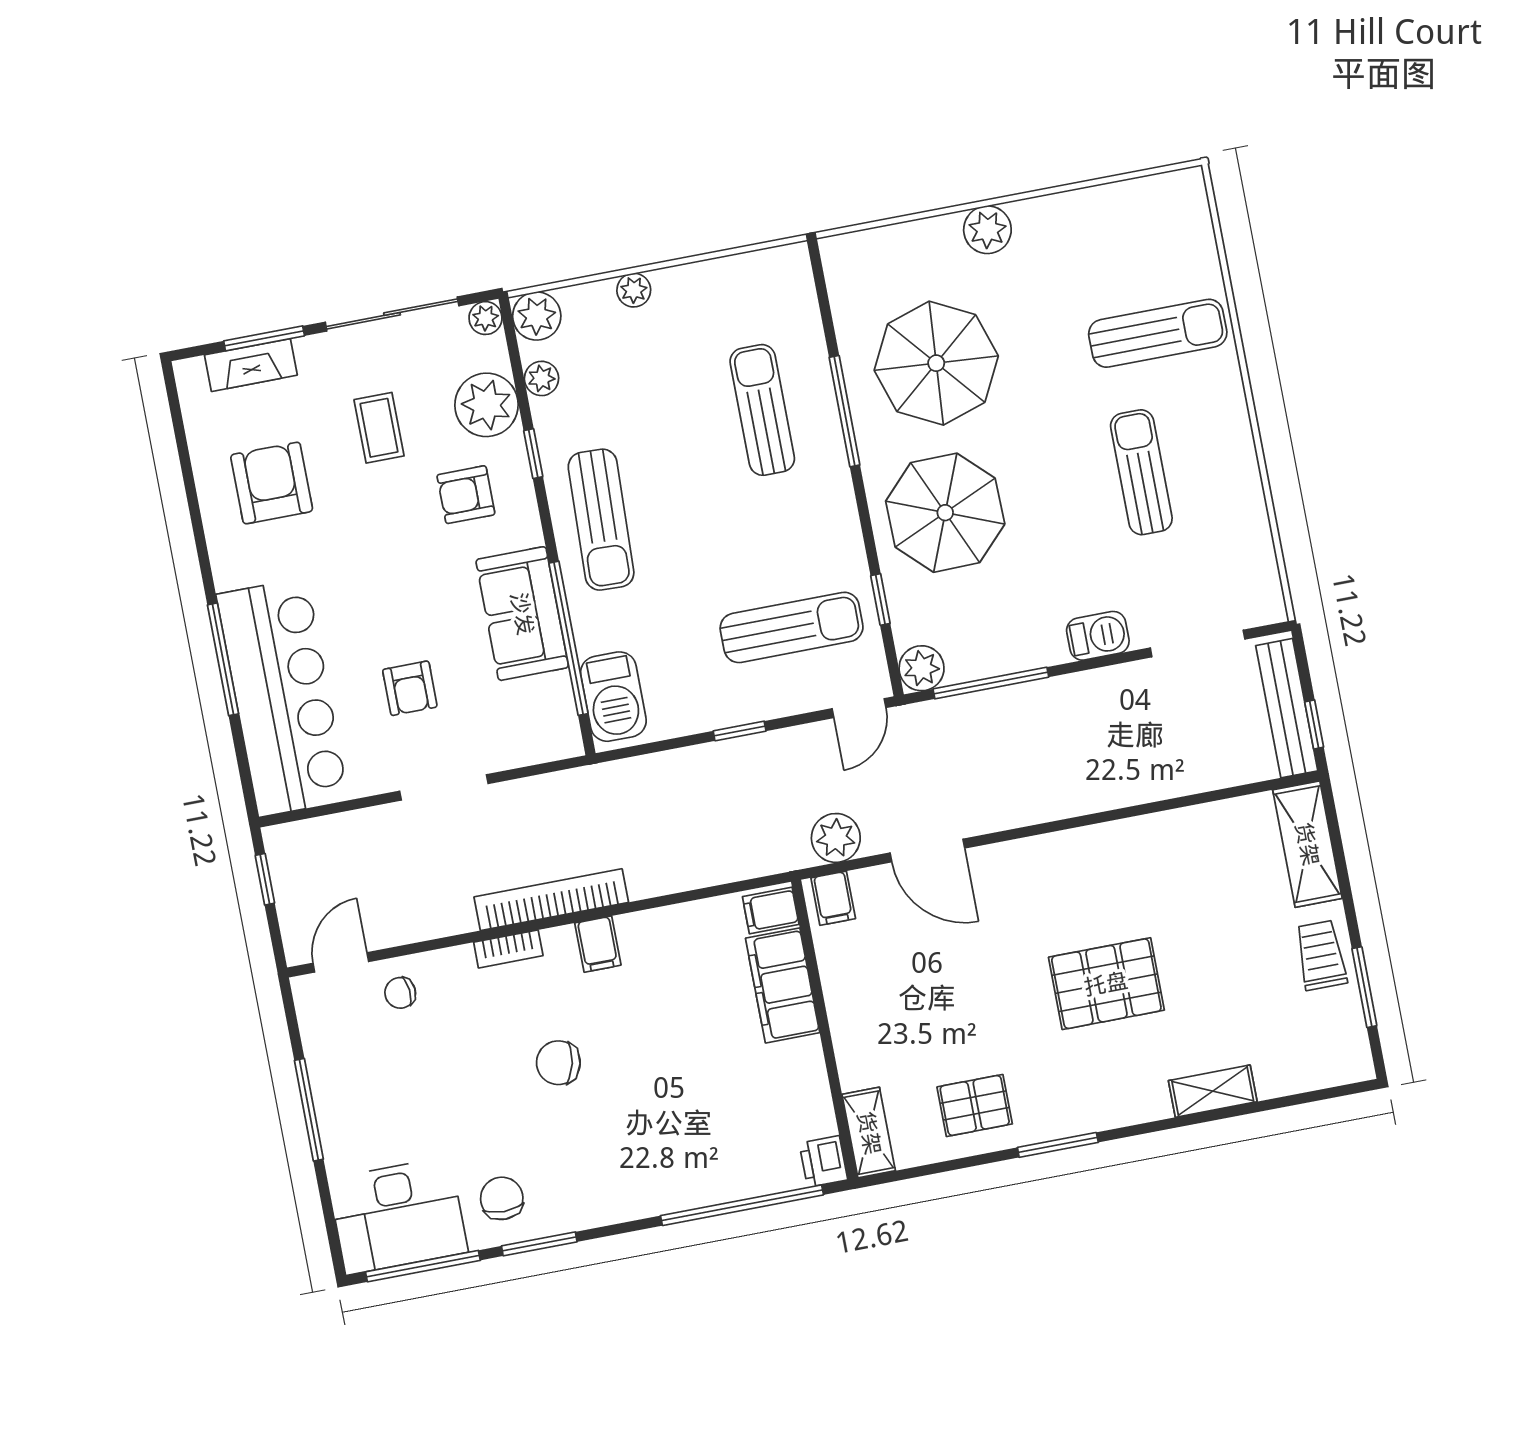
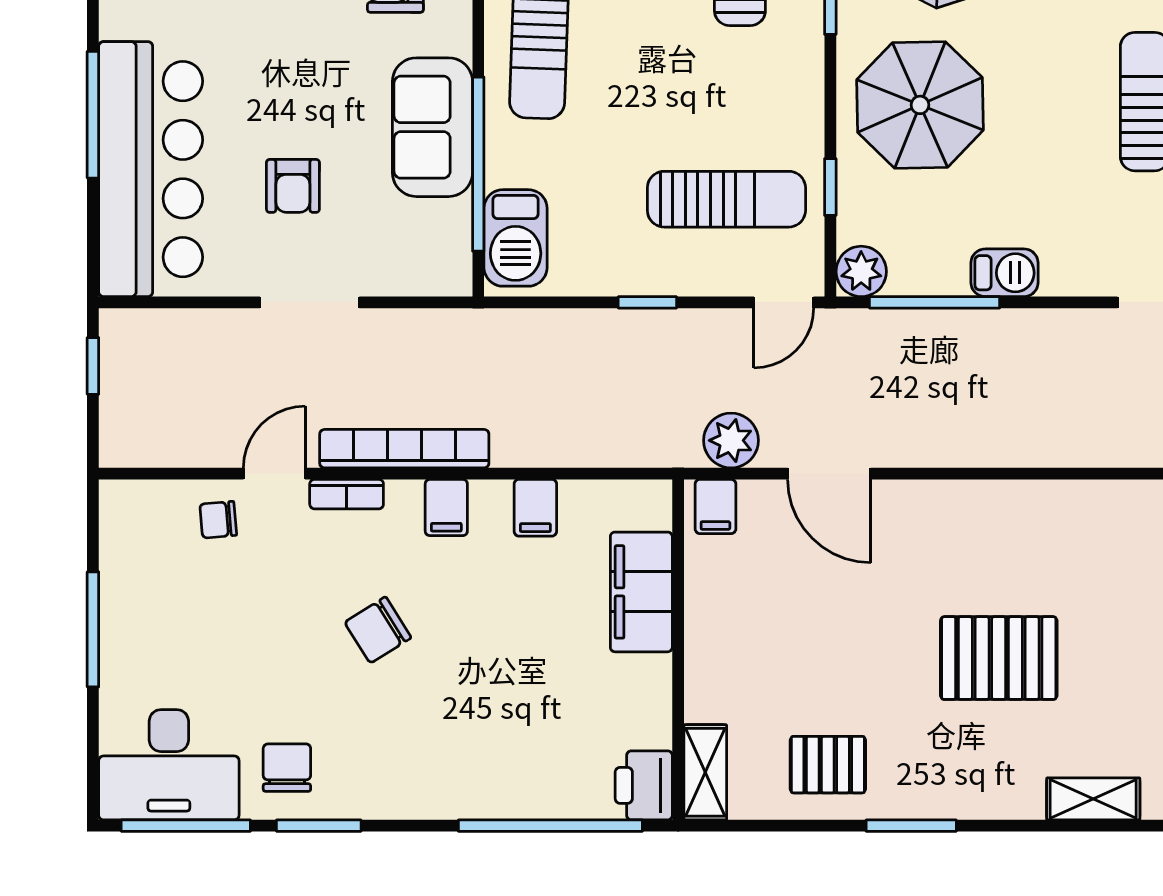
barbecue: (1098, 636) -> (1005, 273), moved
filing cabinet: (771, 911) -> (535, 508), moved, turned -90
door: (341, 962) -> (274, 474), moved
chair: (558, 1063) -> (378, 630), turned -45
printer: (823, 1161) -> (644, 785), width x1.36, depth x1.24

